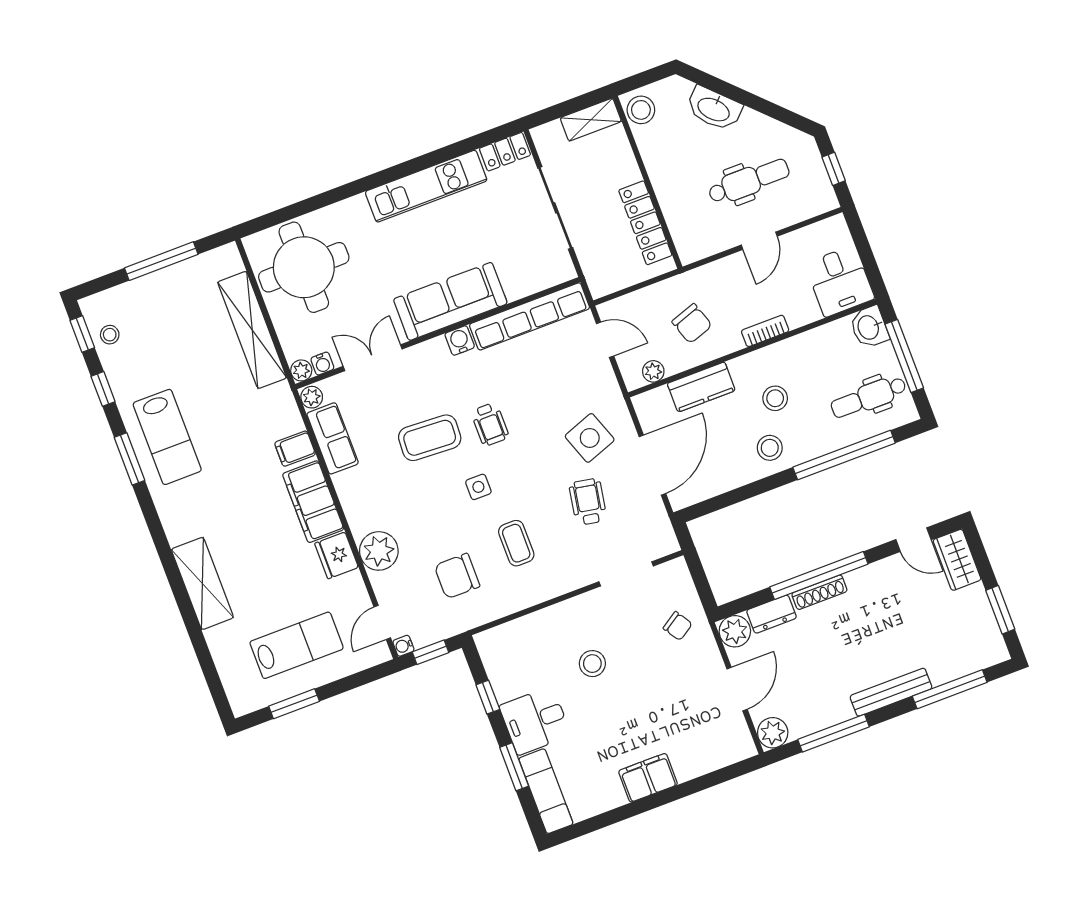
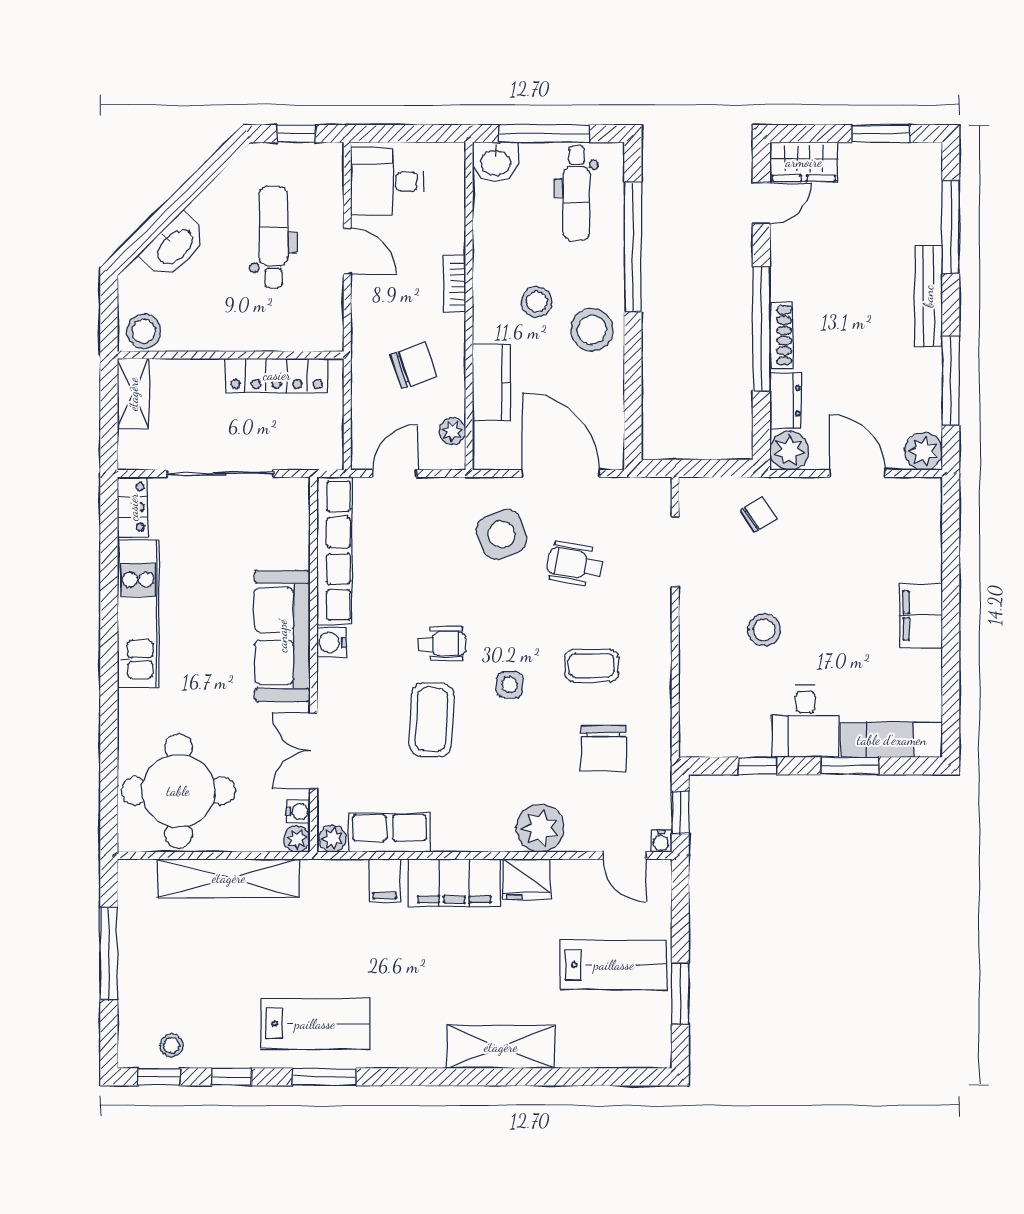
desk: (840, 281) -> (387, 181), moved, turned 180
stool: (770, 448) -> (592, 330), width x1.38, depth x1.38
lab bench: (297, 645) -> (614, 965), turned 90

